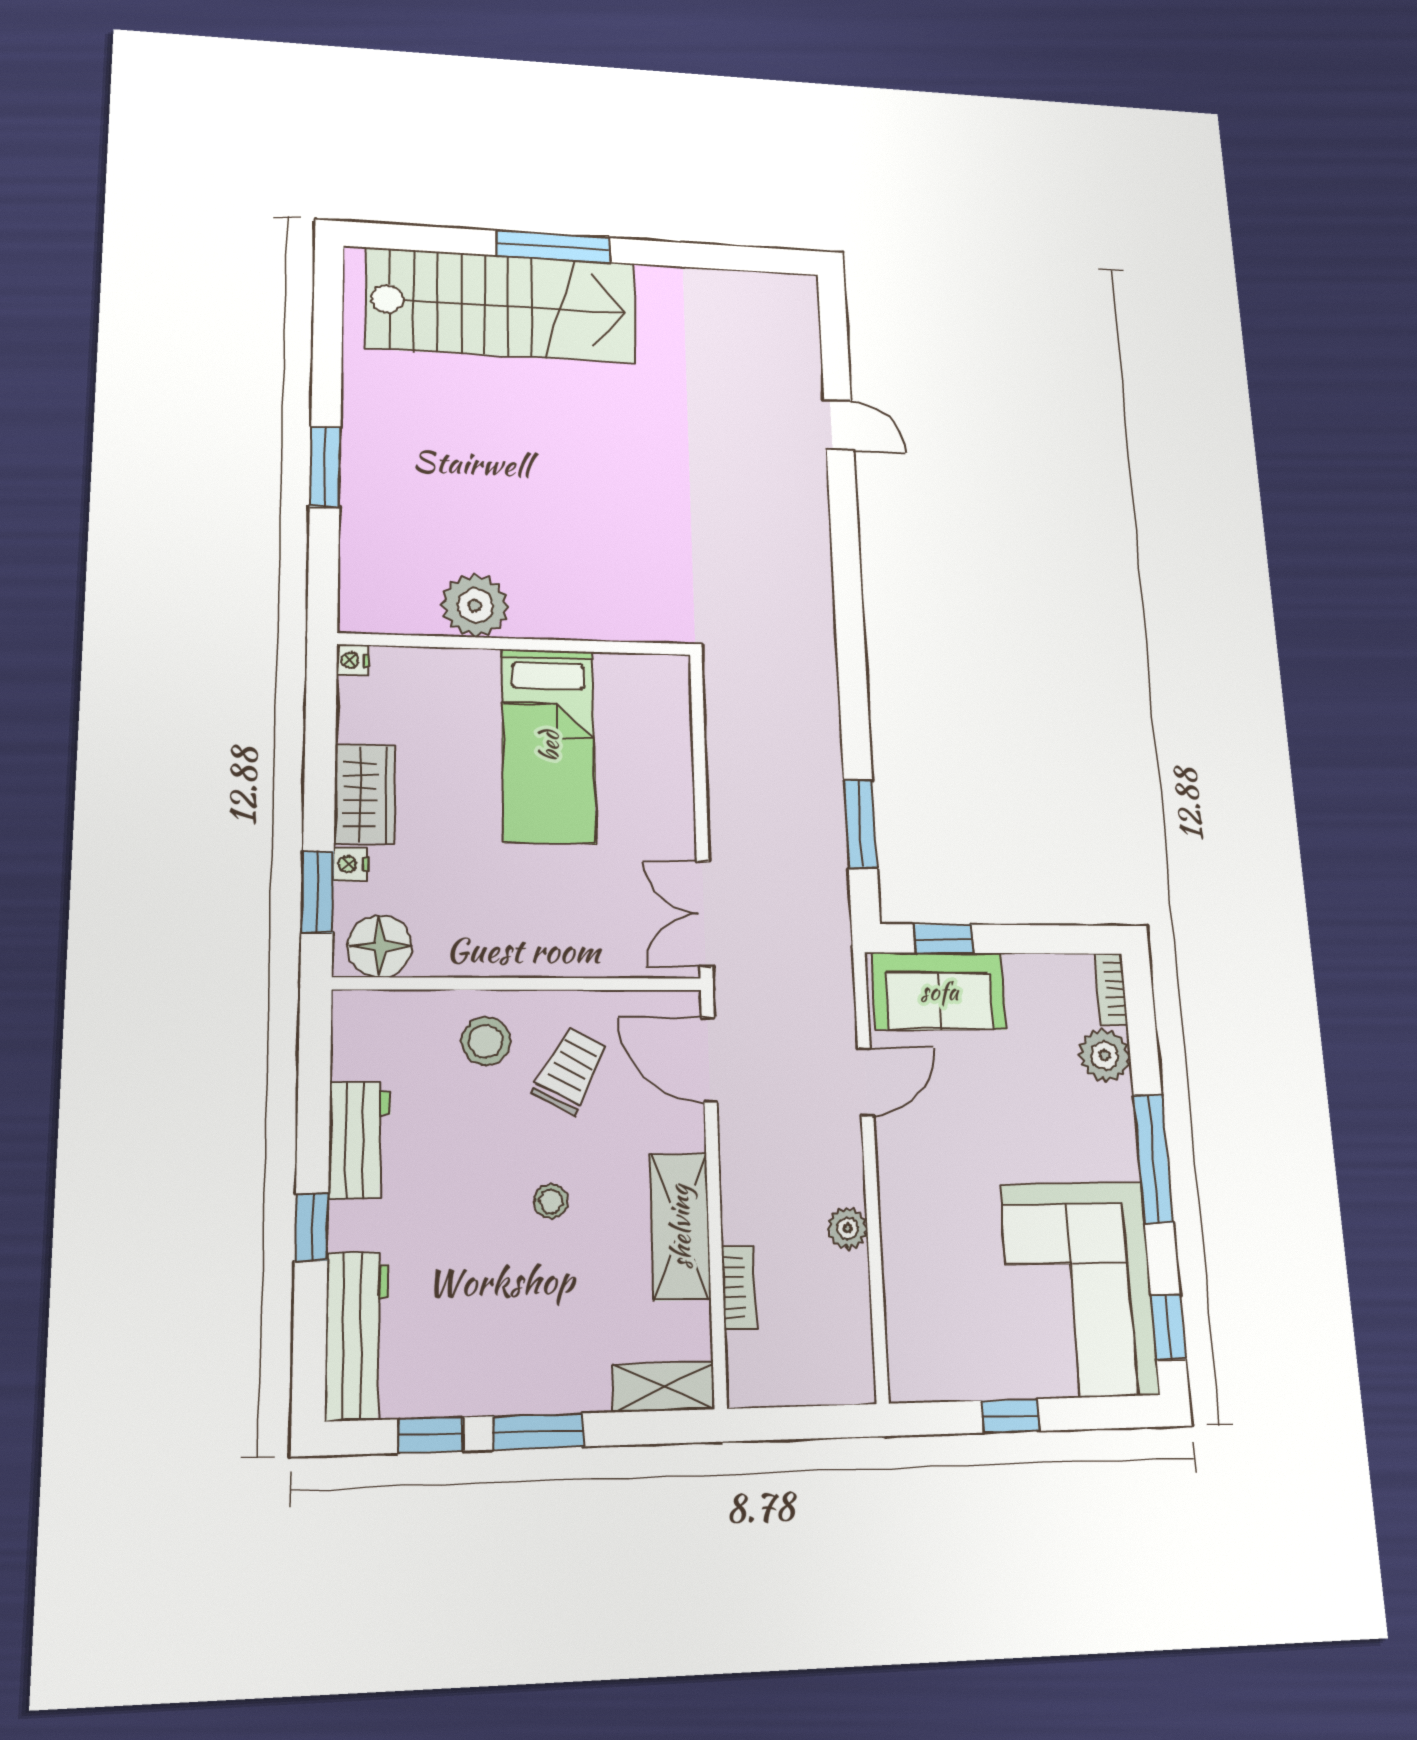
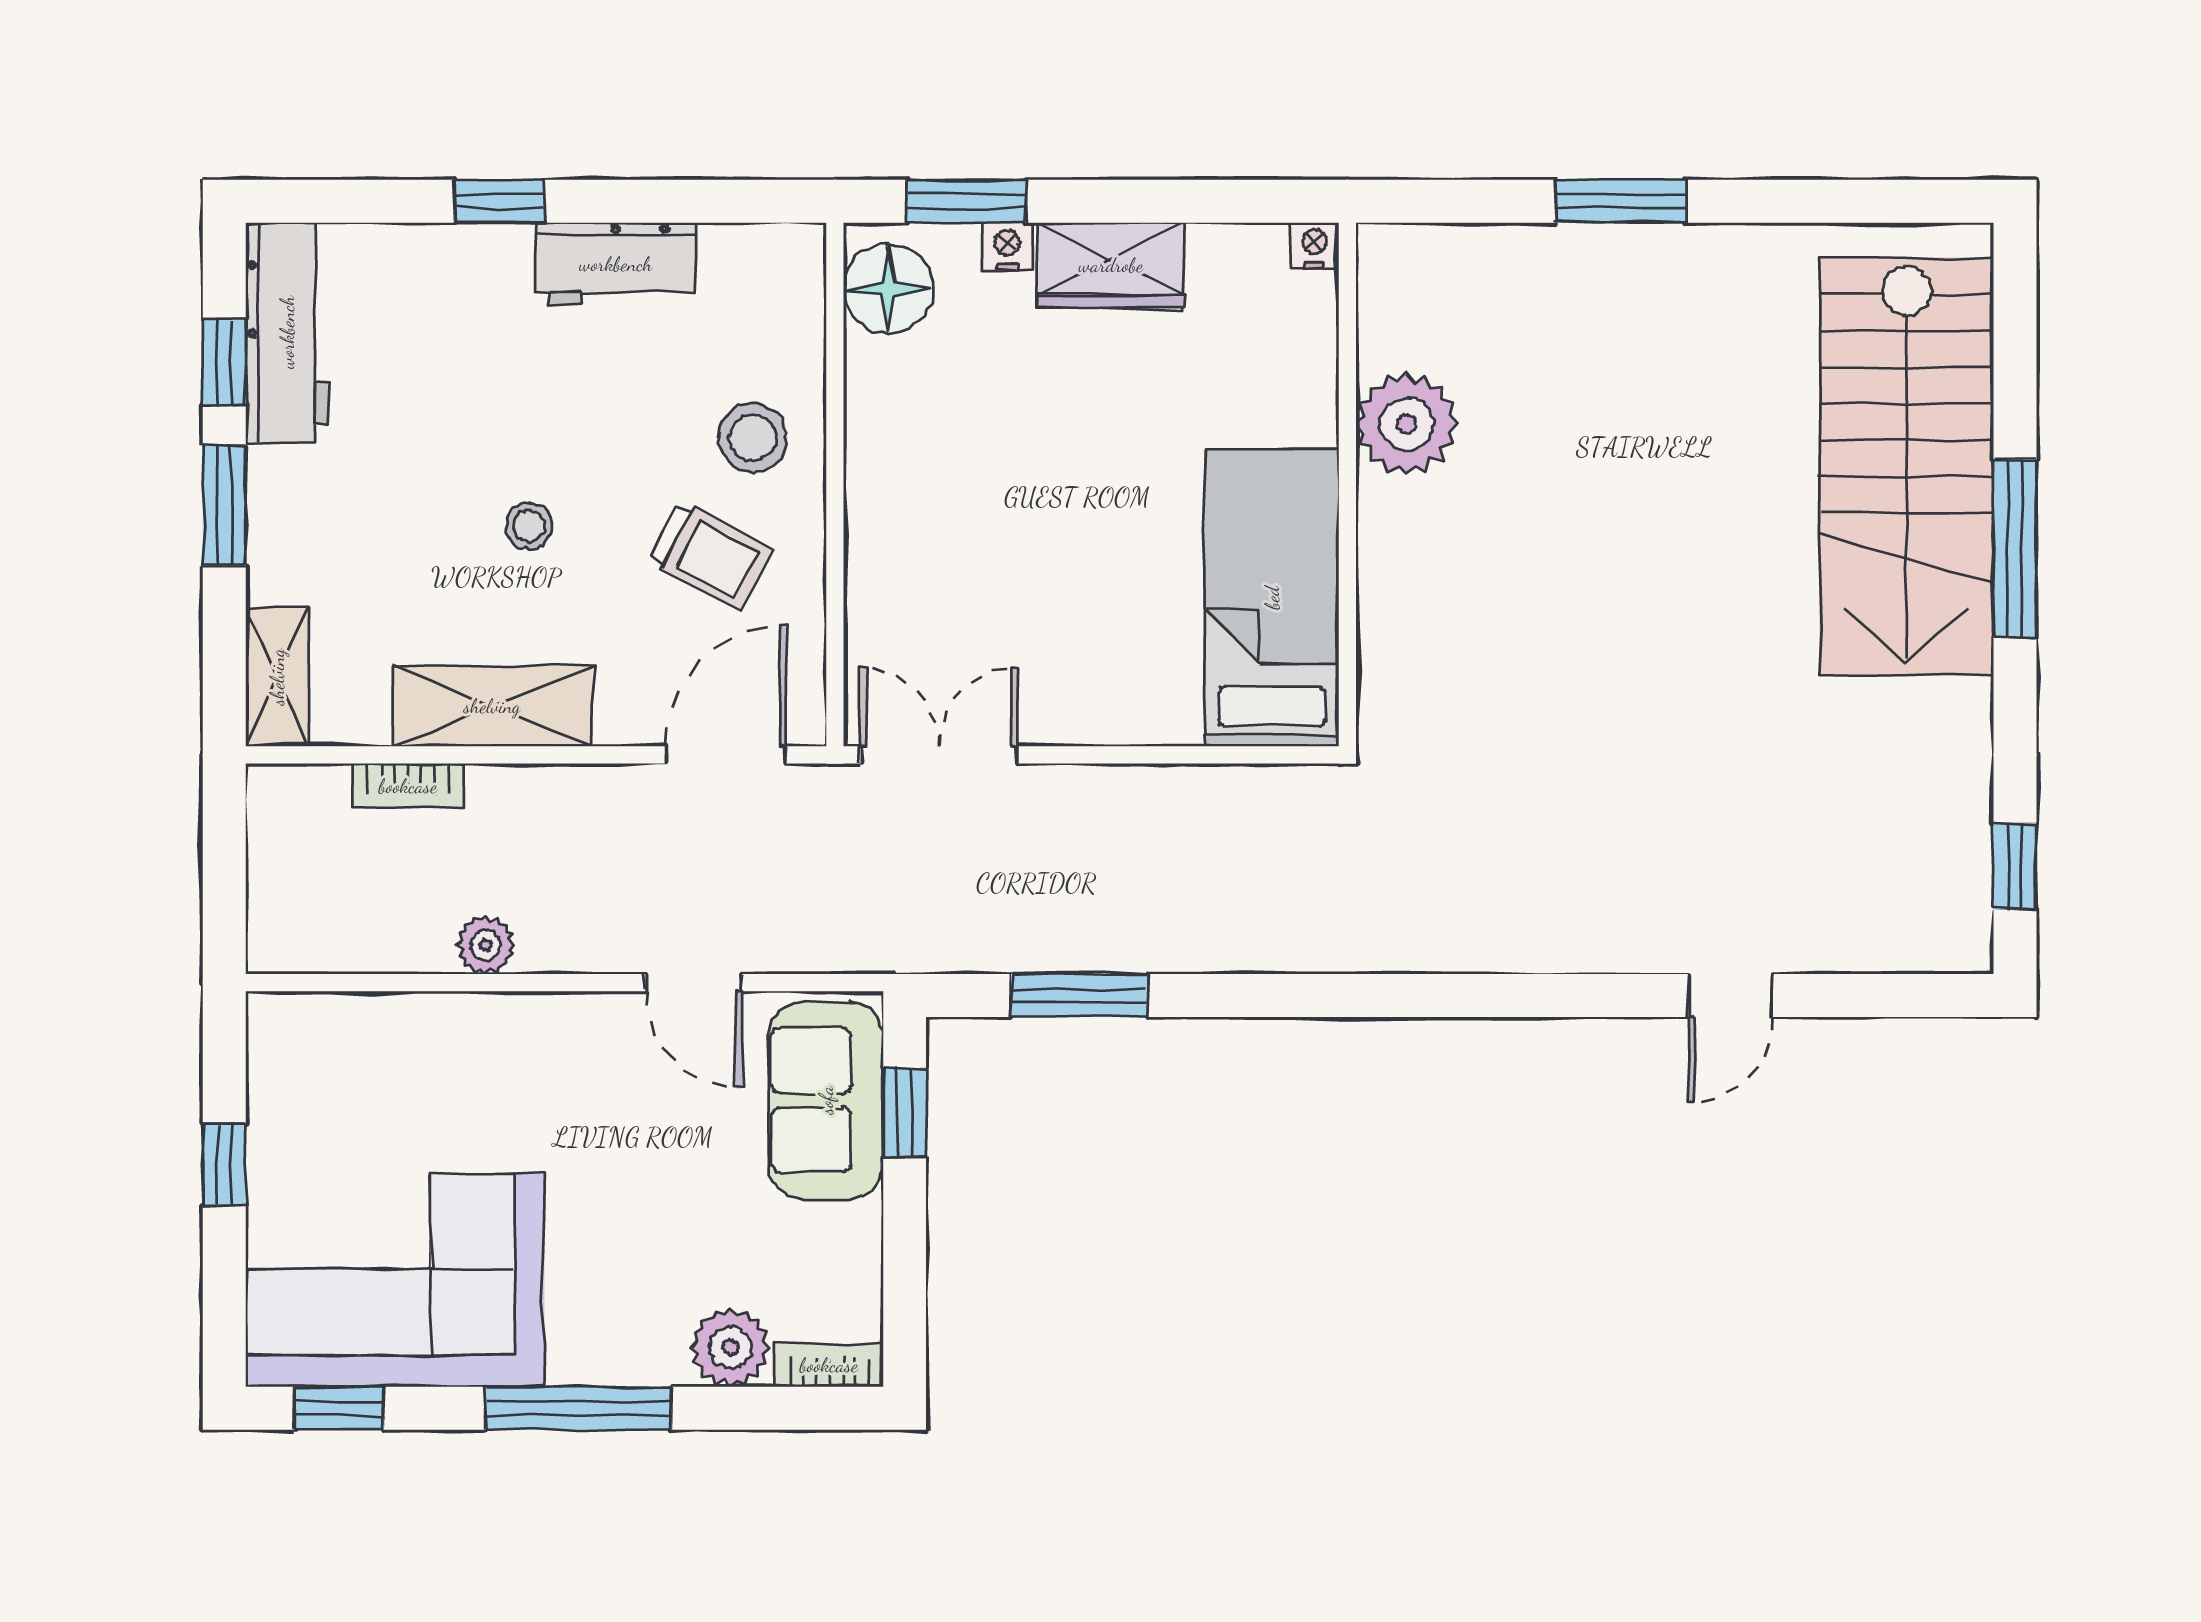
window: (751, 259) -> (2015, 866), added
bed: (549, 746) -> (1272, 598), moved, turned 90
workbench: (357, 1335) -> (287, 332), moved, turned -90

